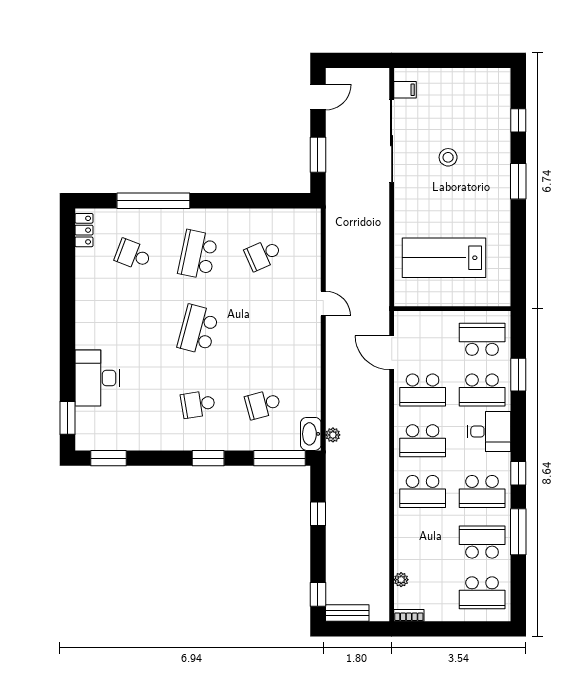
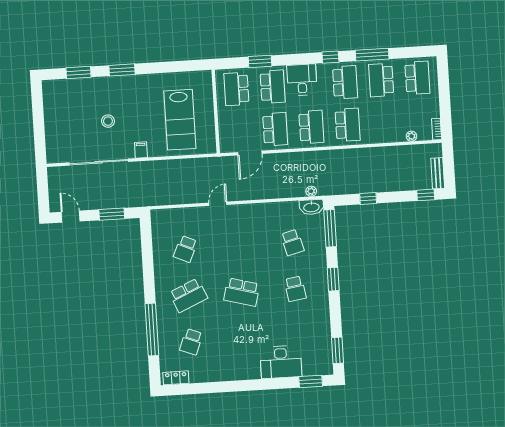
filing cabinet: (405, 90) -> (141, 150), moved
window: (518, 120) -> (78, 73), width x1.50
school desk: (198, 255) -> (188, 295), turned -36
school desk: (263, 255) -> (186, 249), turned 48

